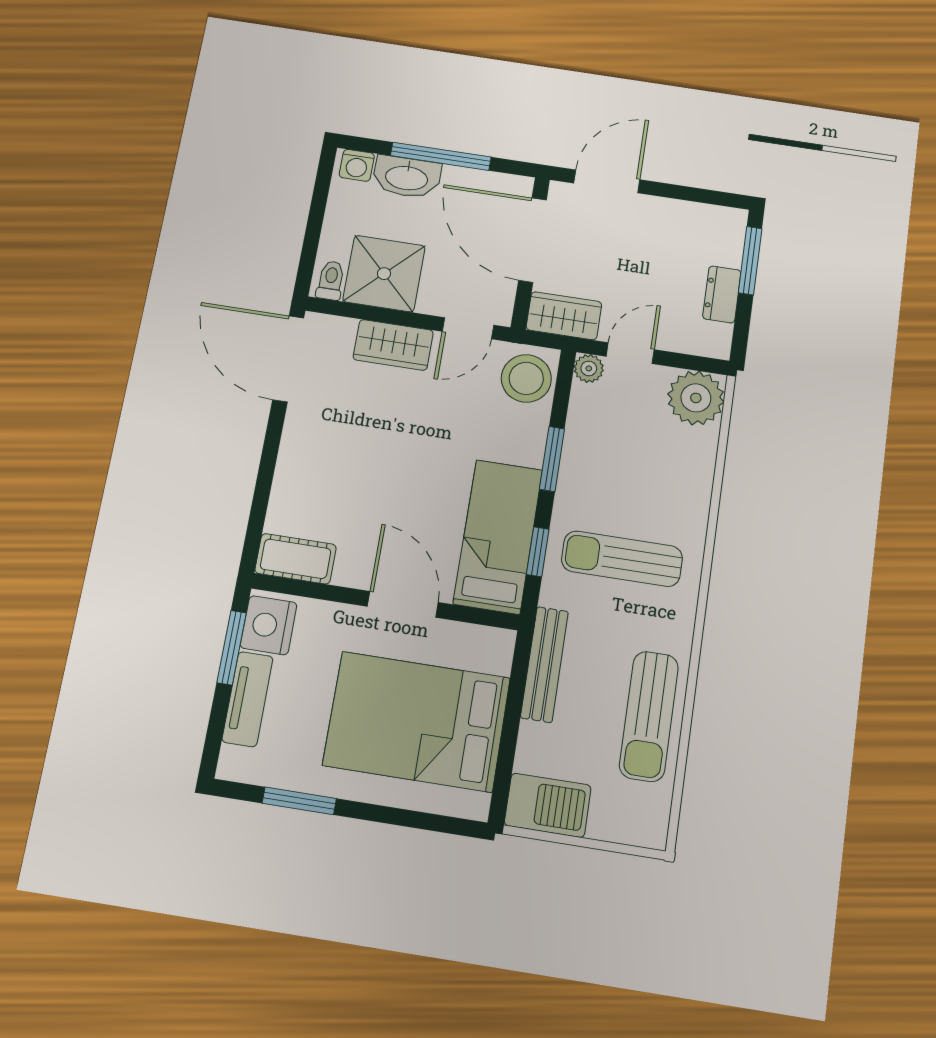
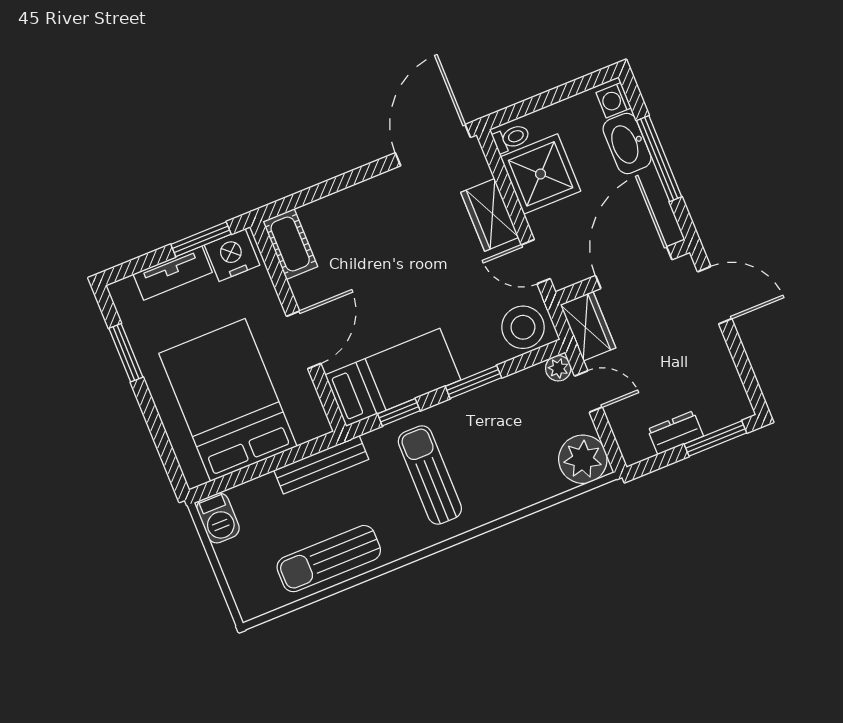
barbecue: (548, 805) -> (218, 518), width x0.73, depth x0.79

